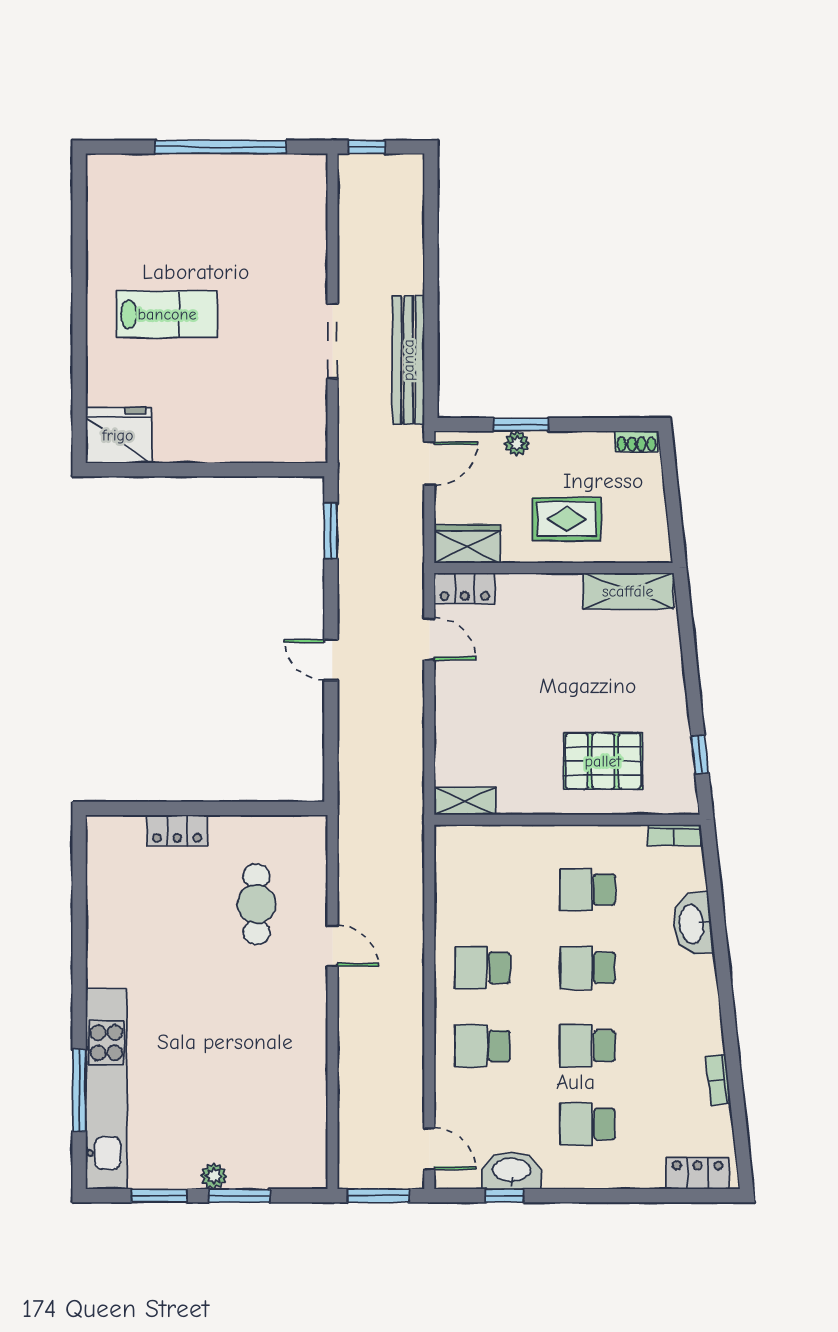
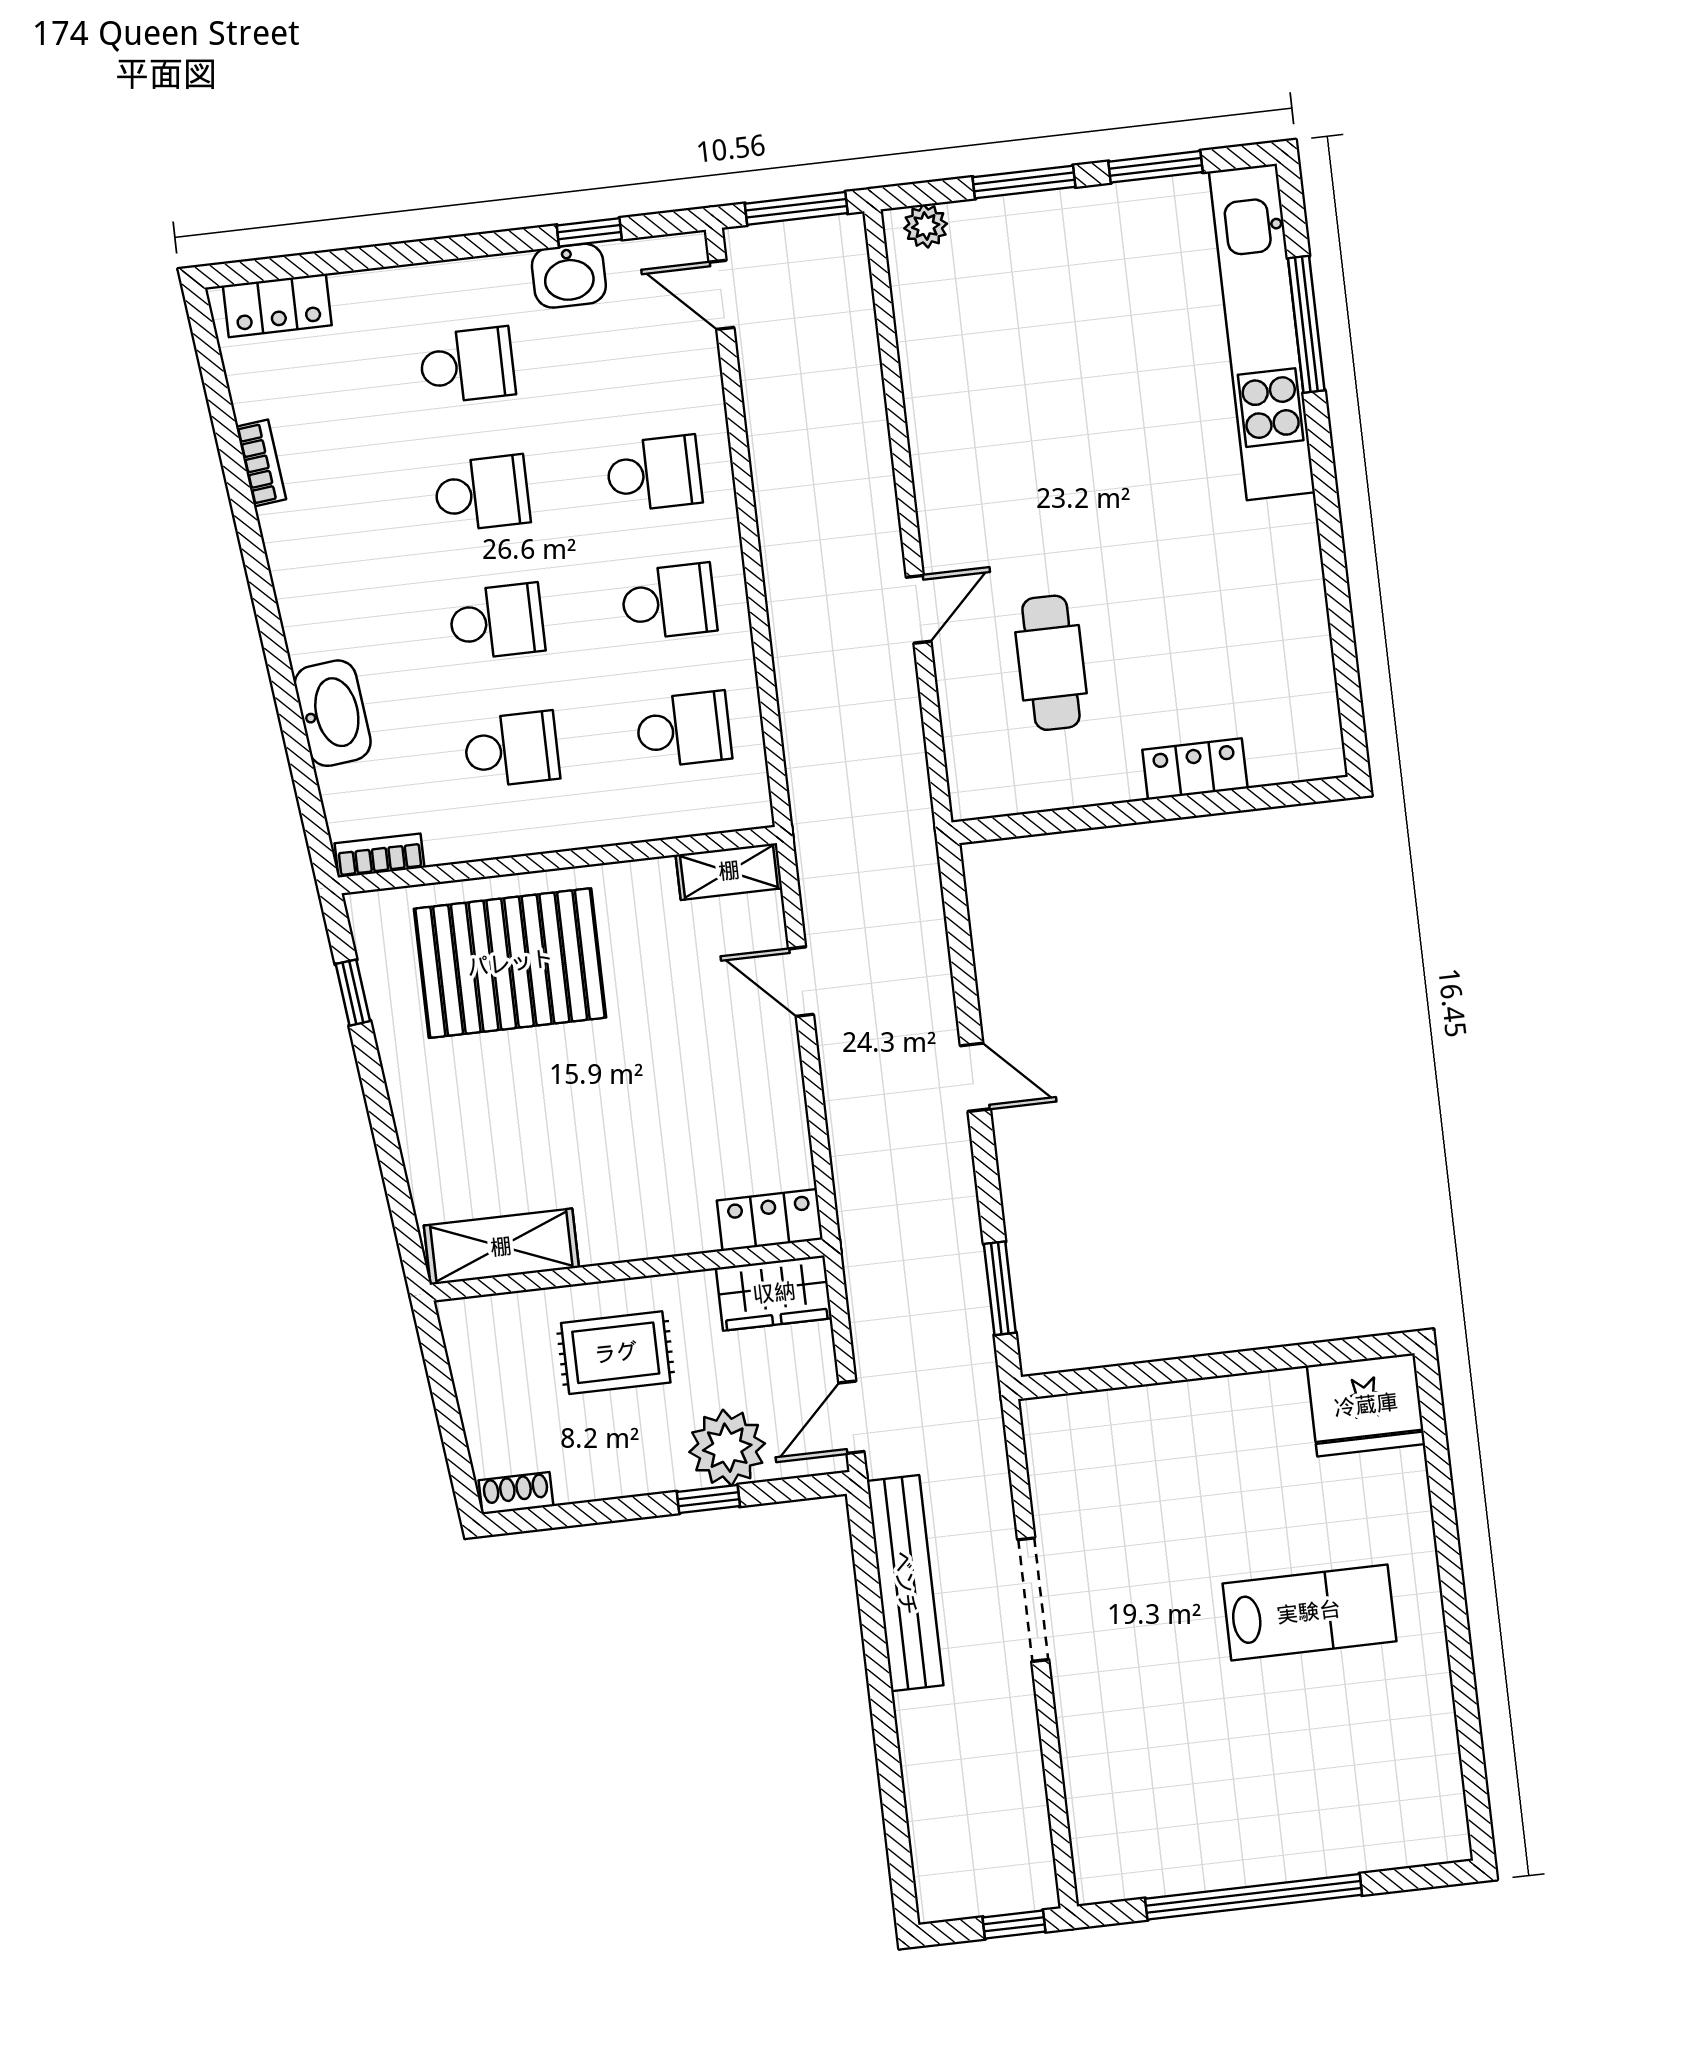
lab bench: (167, 314) -> (1309, 1612), turned 180
window: (521, 424) -> (708, 1499), width x0.67
plant: (517, 443) -> (727, 1448), width x1.87, depth x1.87
door: (429, 639) -> (801, 982), moved
pallet: (603, 761) -> (510, 963), width x1.37, depth x1.41
school desk: (482, 890) -> (684, 729), added
door: (332, 946) -> (919, 609), swing flipped
washbasin: (512, 1171) -> (569, 276), width x0.72
plant: (214, 1176) -> (926, 226), moved

